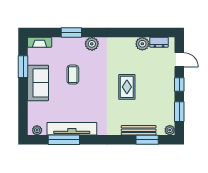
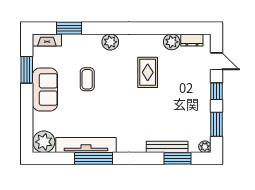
window: (71, 32) -> (69, 28), moved
rug: (127, 87) -> (148, 72), moved
plant: (37, 130) -> (44, 142), width x1.87, depth x1.87
window: (64, 140) -> (93, 158), moved

